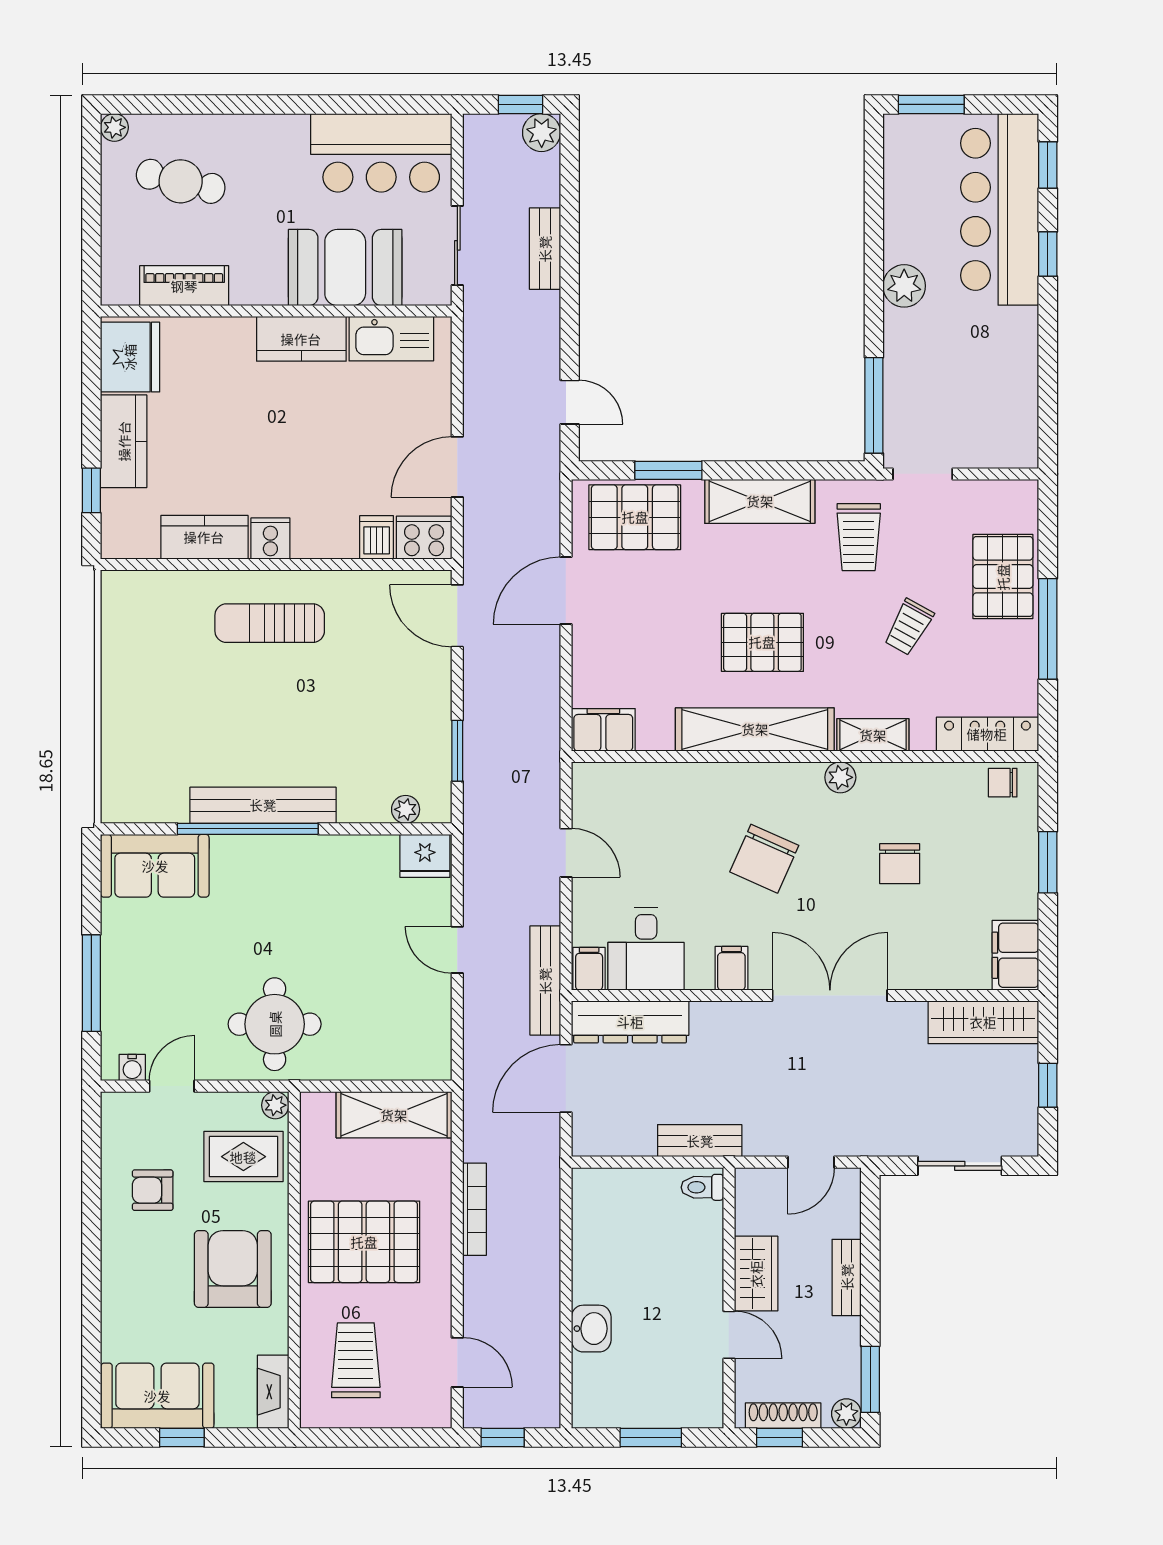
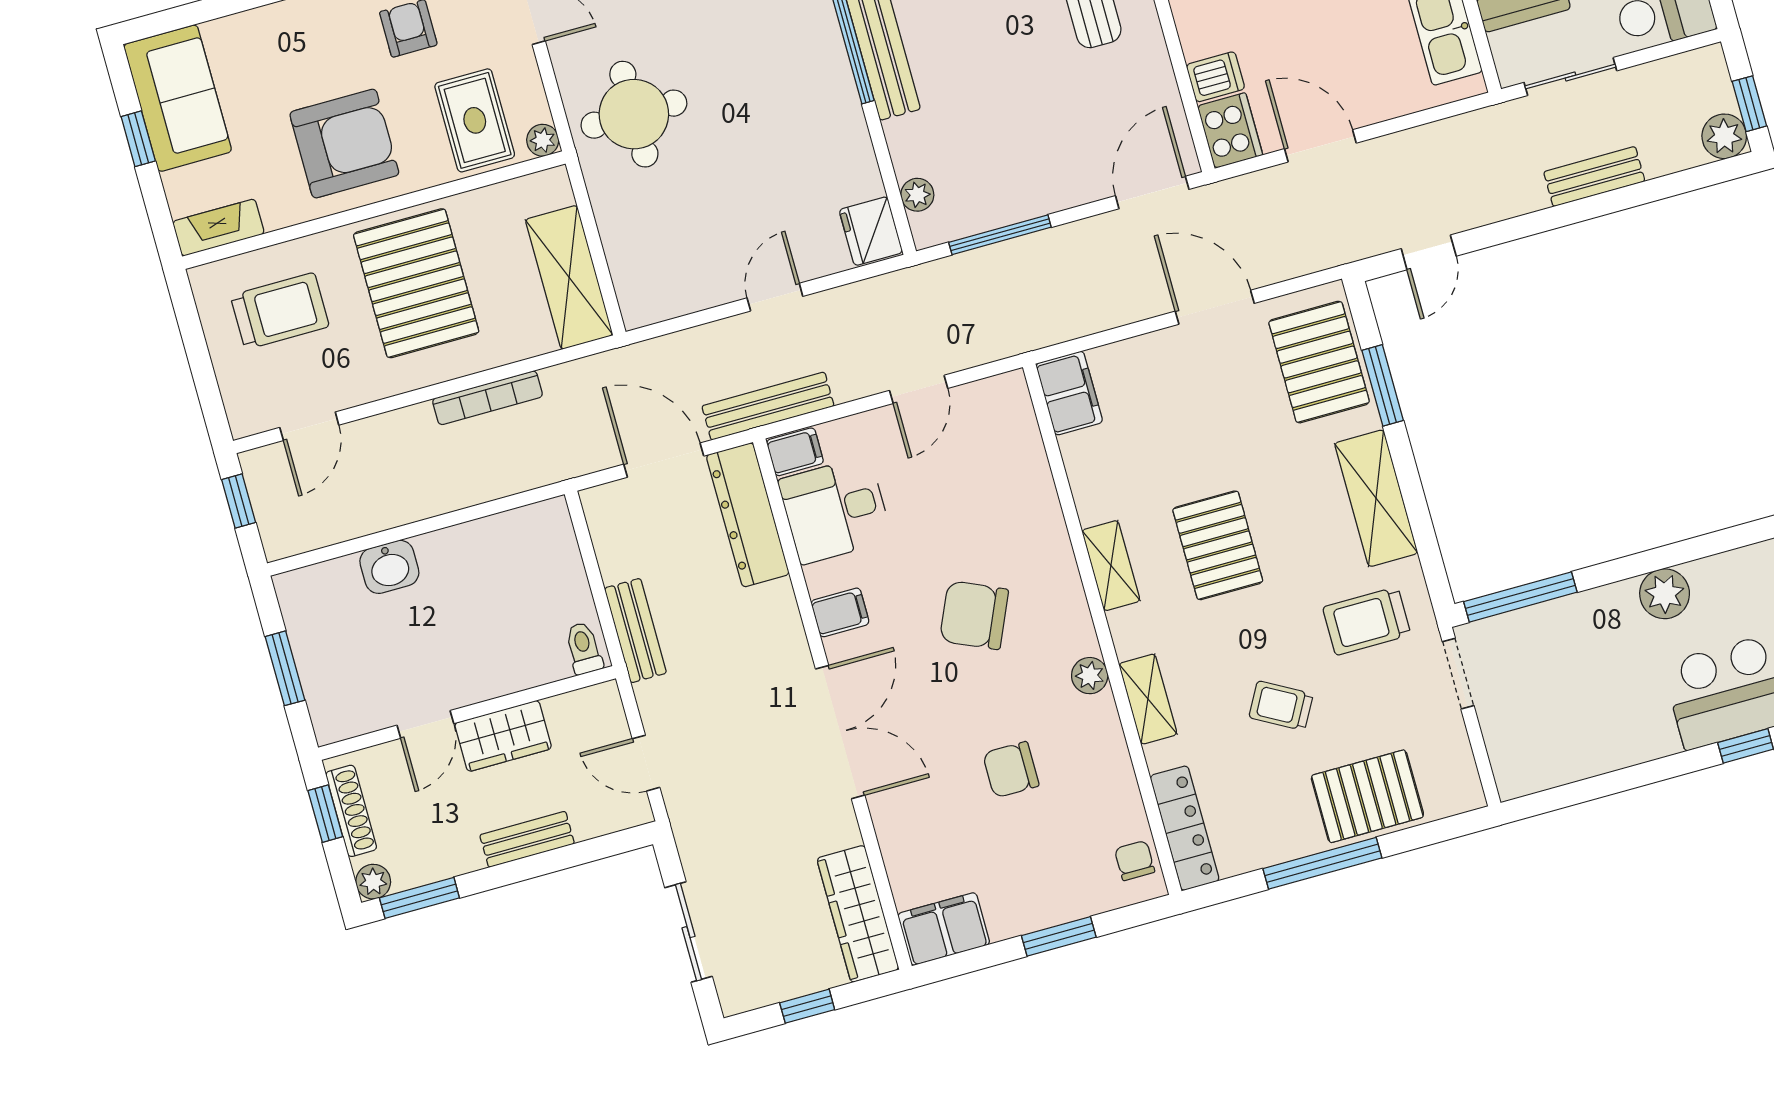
shelving: (755, 729) -> (1111, 566), width x0.45, depth x0.75
window: (457, 751) -> (1000, 235), width x1.44

